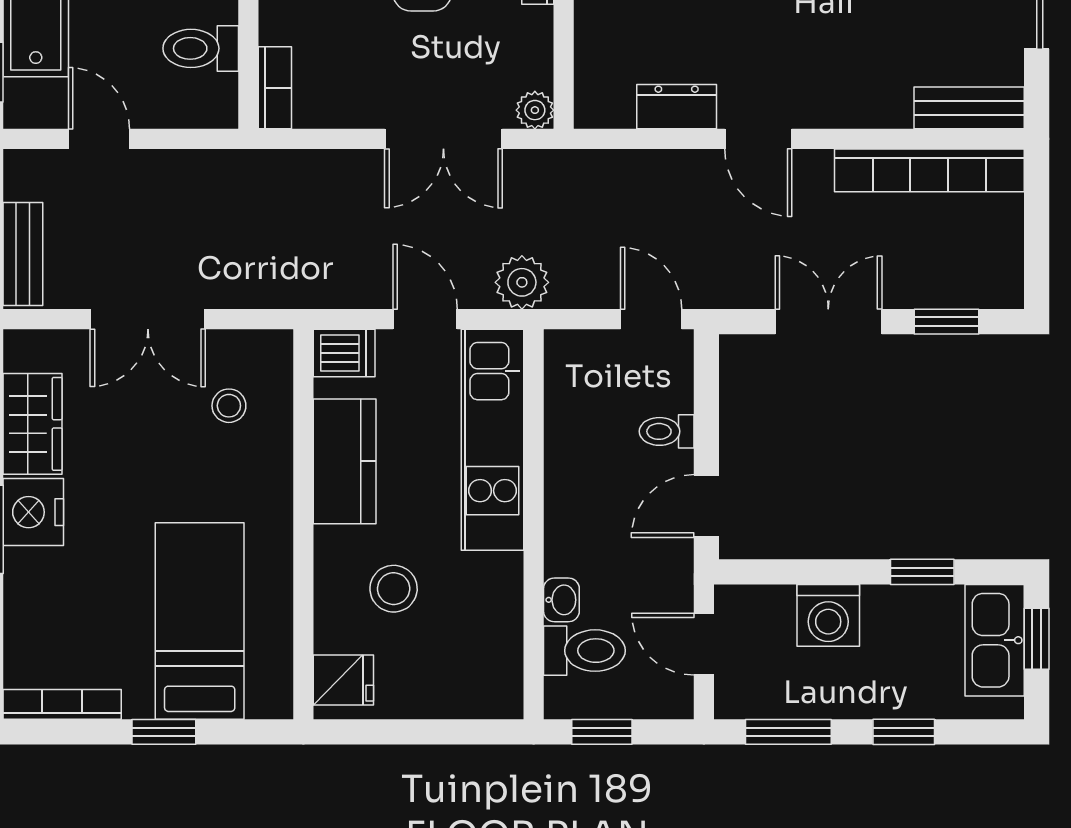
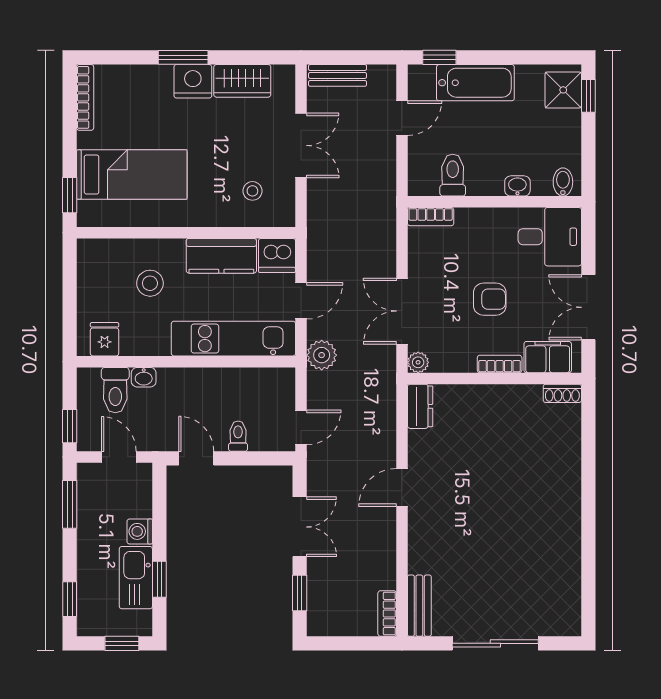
dresser: (677, 107) -> (420, 406), moved
bookcase: (929, 170) -> (387, 613), width x0.43, depth x0.76
double door: (148, 319) -> (301, 145), swing flipped
dishwasher: (344, 353) -> (277, 255), width x1.38
washing machine: (828, 615) -> (140, 531), width x0.73, depth x0.73
kitchen sink: (995, 640) -> (136, 578), moved, turned -90
door: (704, 644) -> (119, 457), hinge flipped
fridge: (343, 680) -> (105, 339), moved, turned 180
window: (164, 732) -> (70, 195), moved
window: (602, 732) -> (70, 426), moved
window: (904, 732) -> (70, 599), moved

